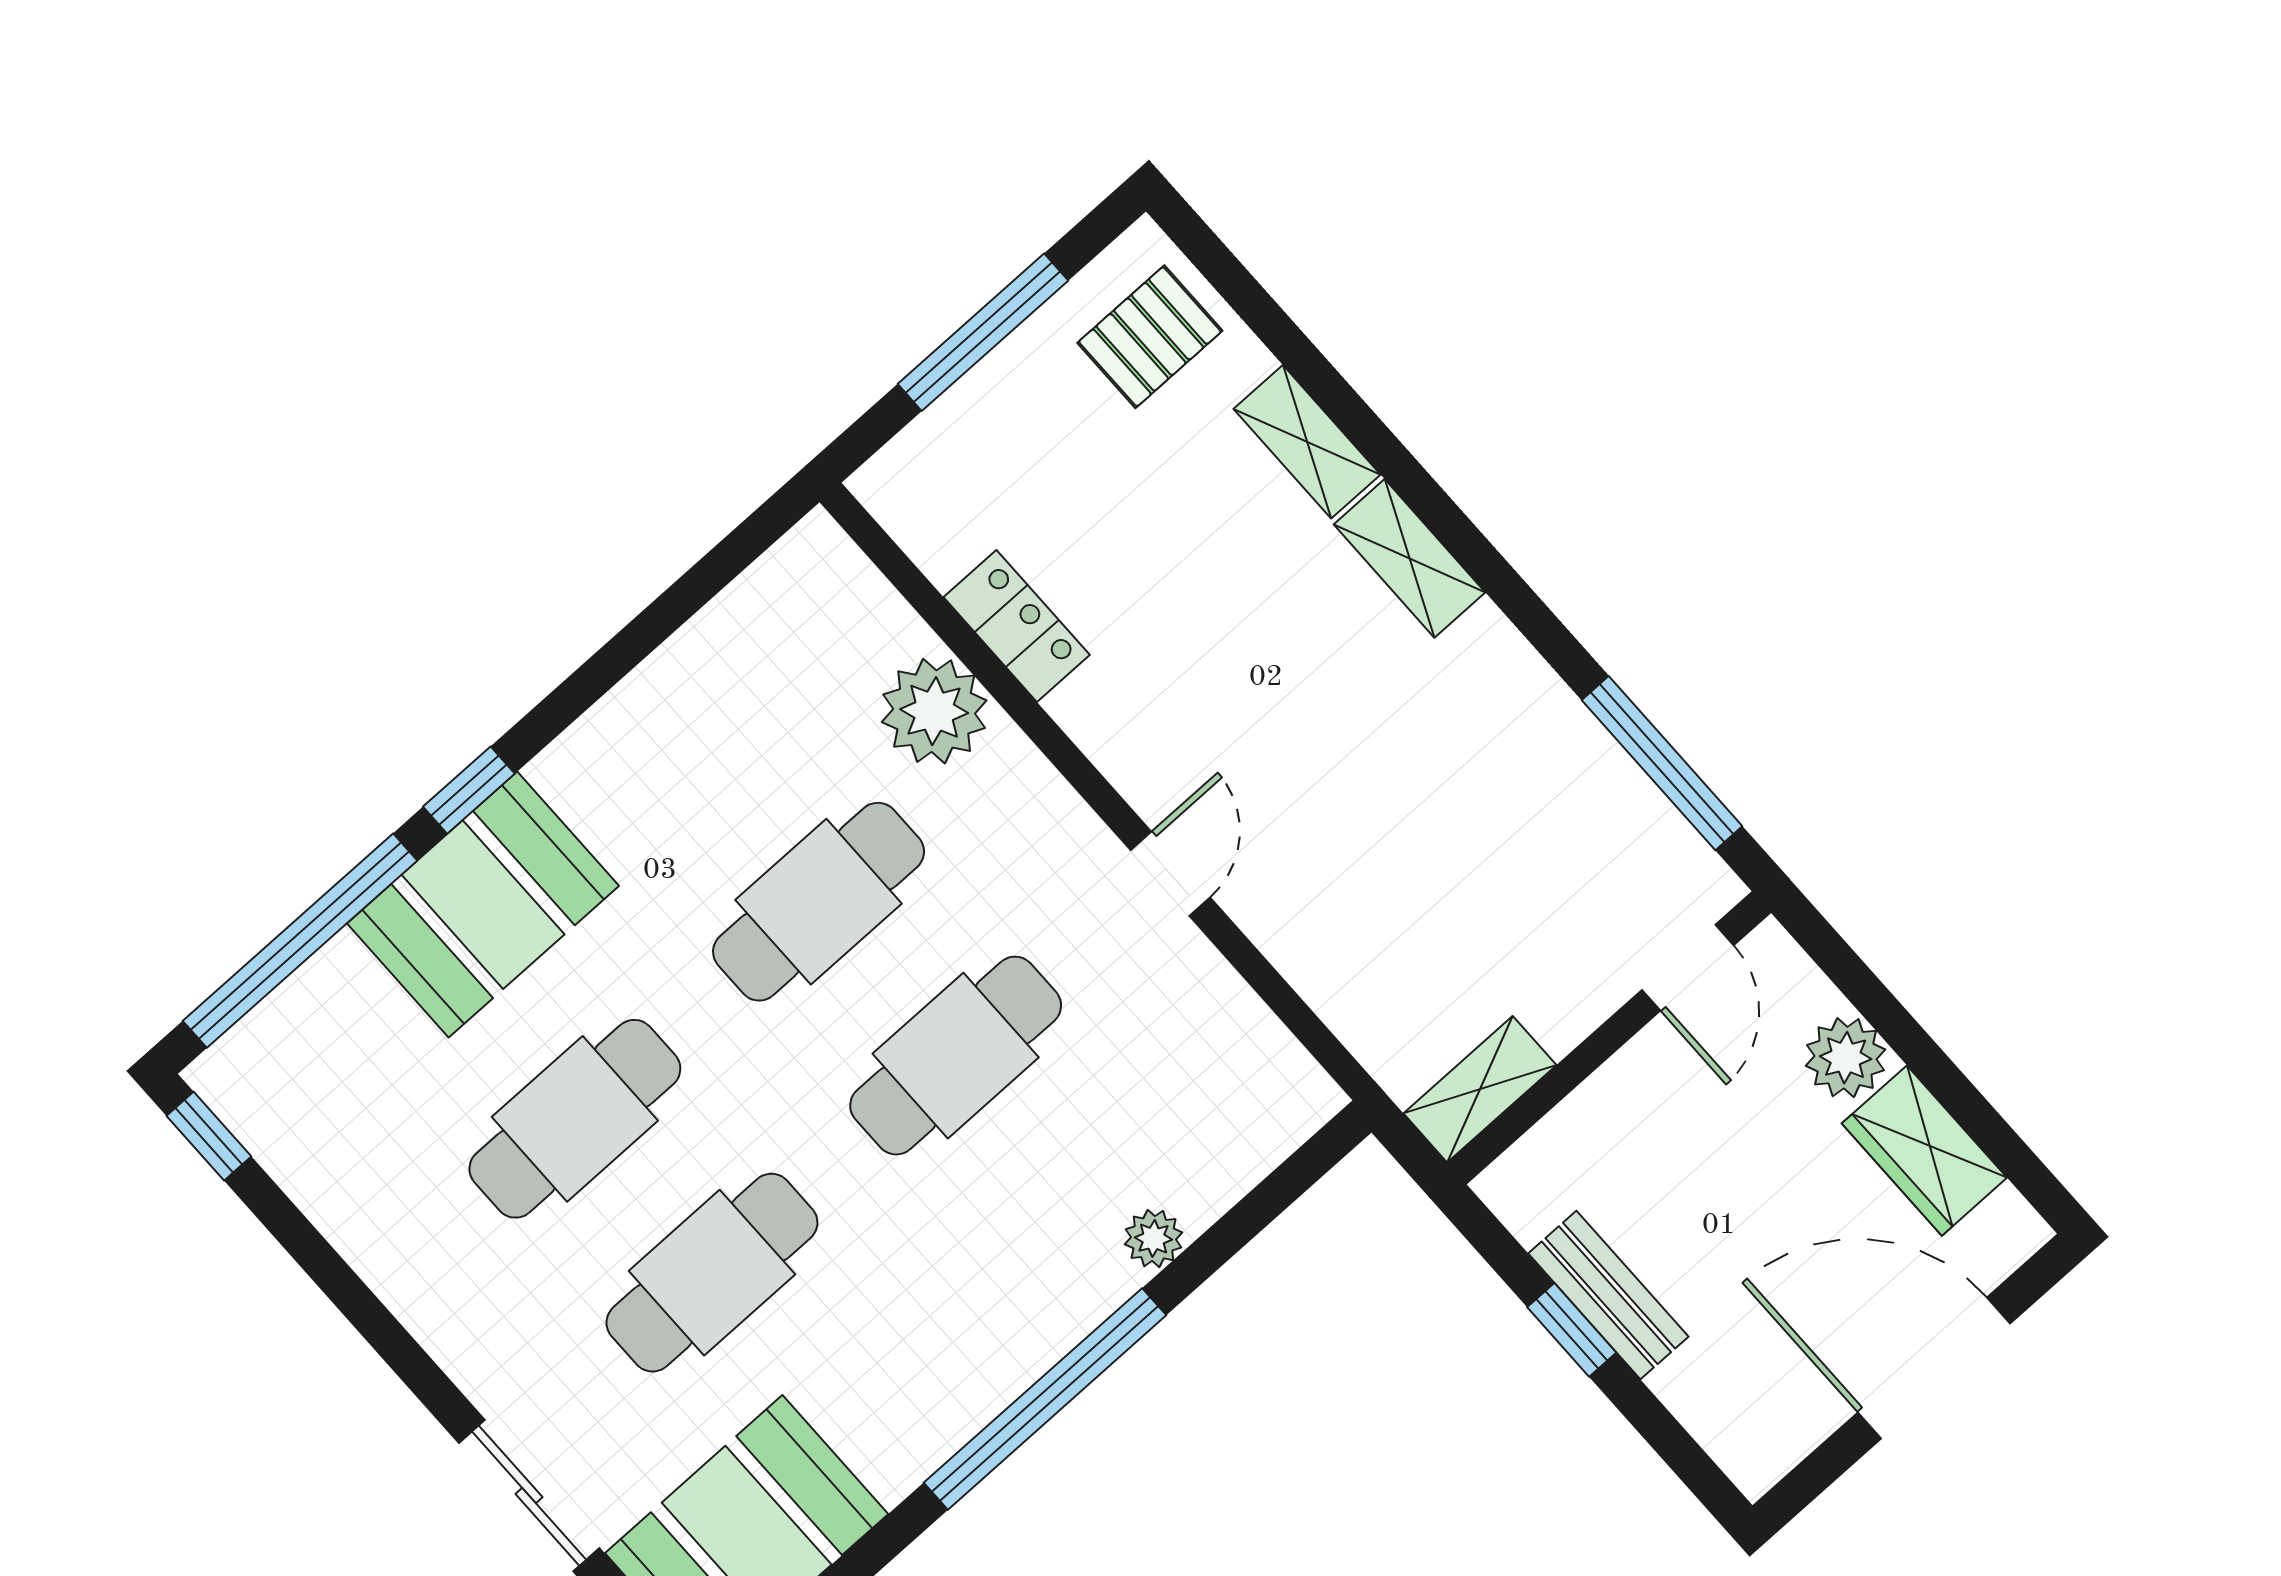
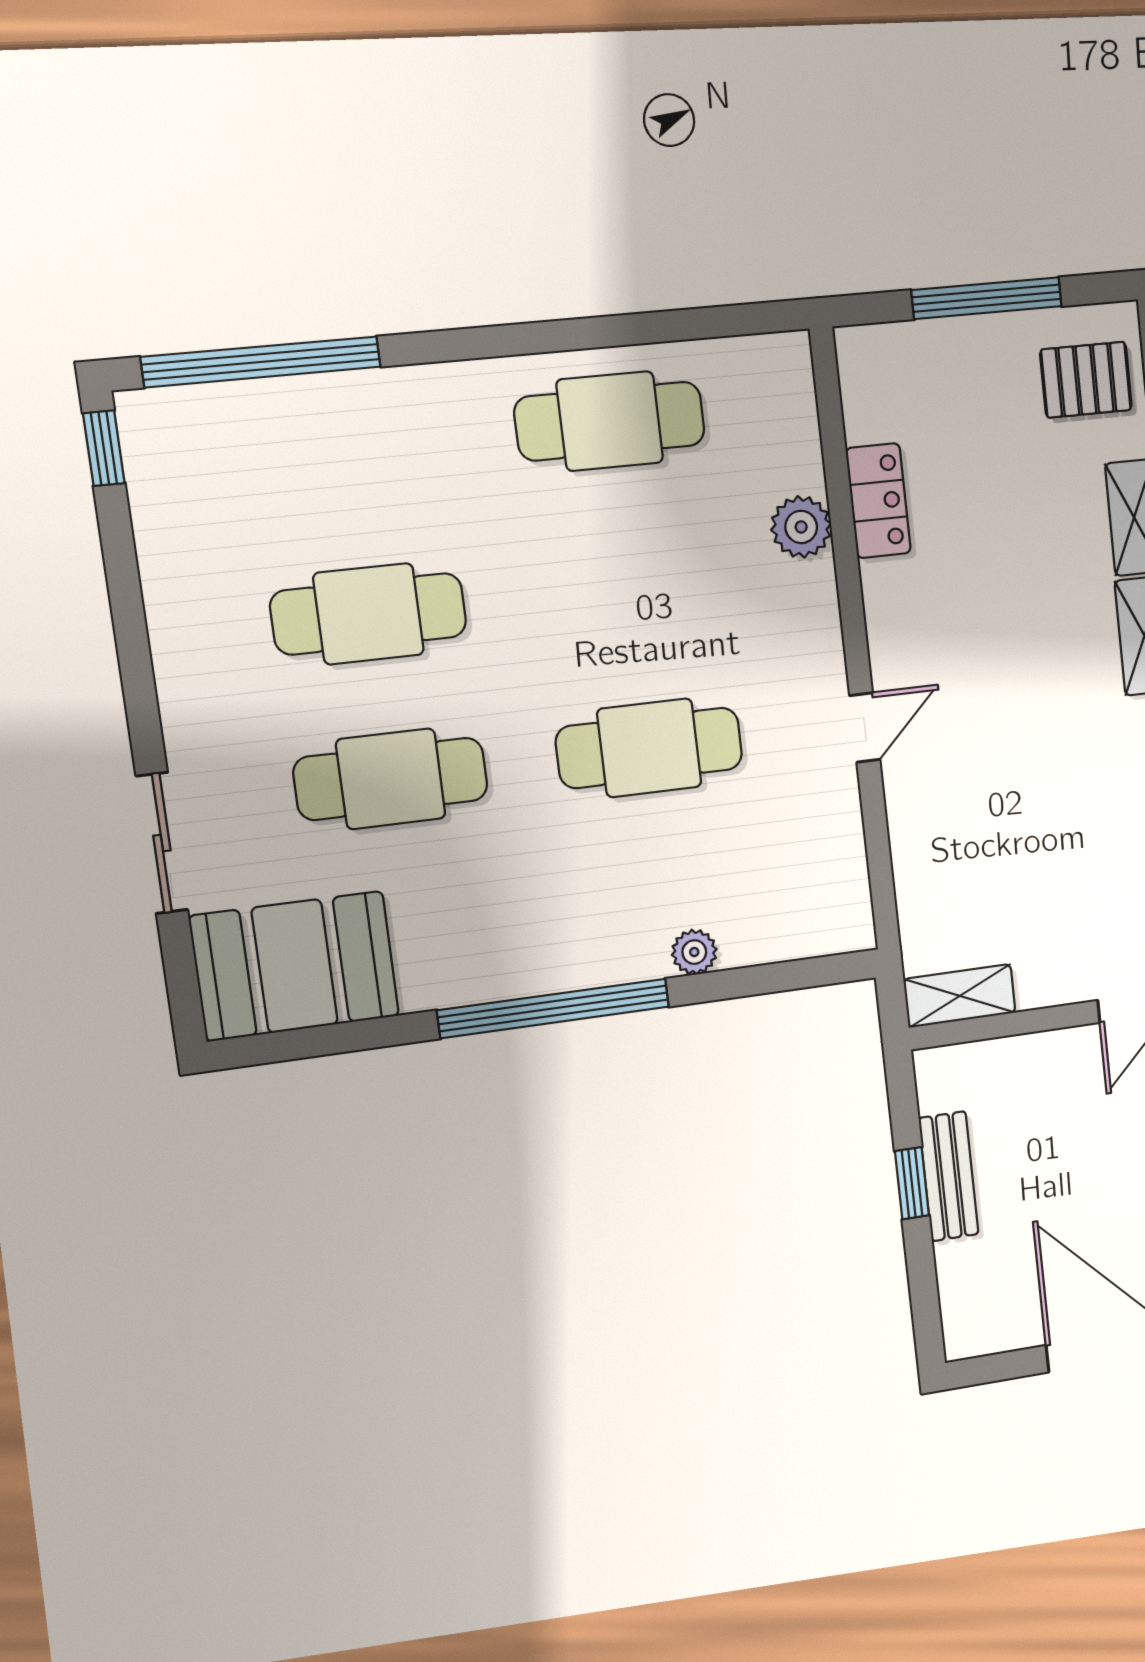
plant: (934, 711) -> (801, 527), width x0.73, depth x0.73
window: (469, 790) -> (448, 345), removed
cafe table: (819, 902) -> (610, 421), moved
booth: (483, 905) -> (405, 428), removed

